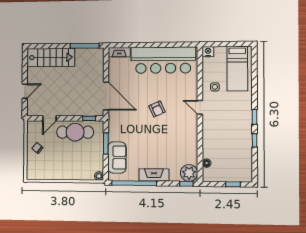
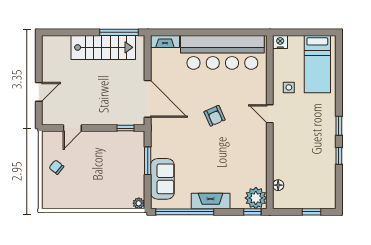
stairs: (51, 57) -> (103, 47), moved
cafe table: (75, 132) -> (107, 146), removed

